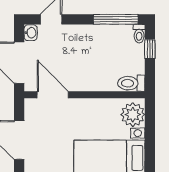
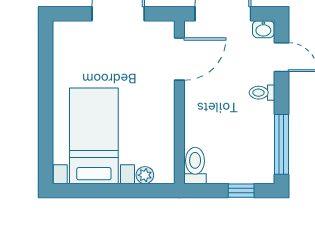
toilet: (139, 34) -> (262, 93), moved
plant: (133, 115) -> (145, 175), width x0.53, depth x0.53

